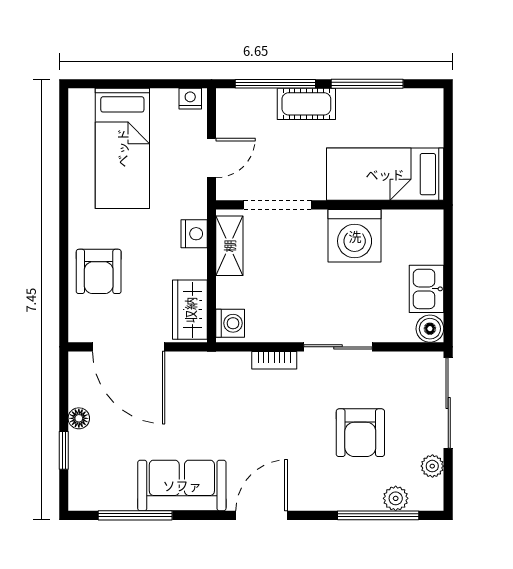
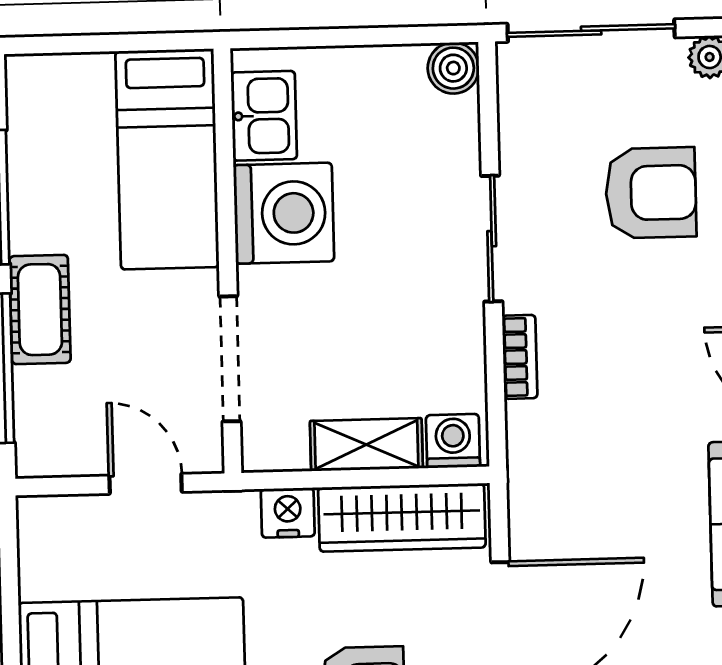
nightstand: (190, 99) -> (36, 527), removed
shelving: (229, 246) -> (366, 445), moved
kitchen sink: (426, 289) -> (264, 116), moved, turned -90
wardrobe: (190, 310) -> (402, 517), width x1.50

